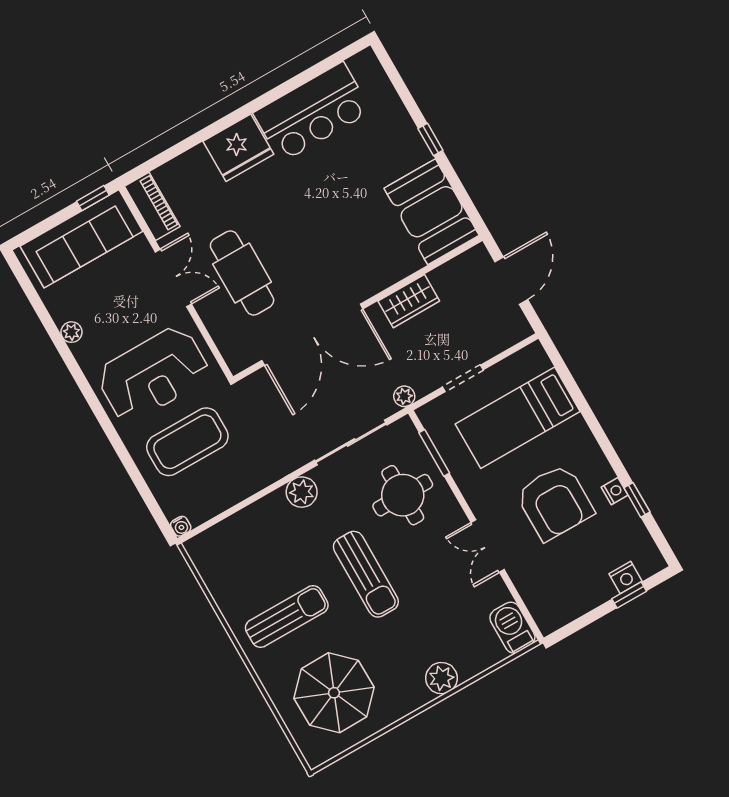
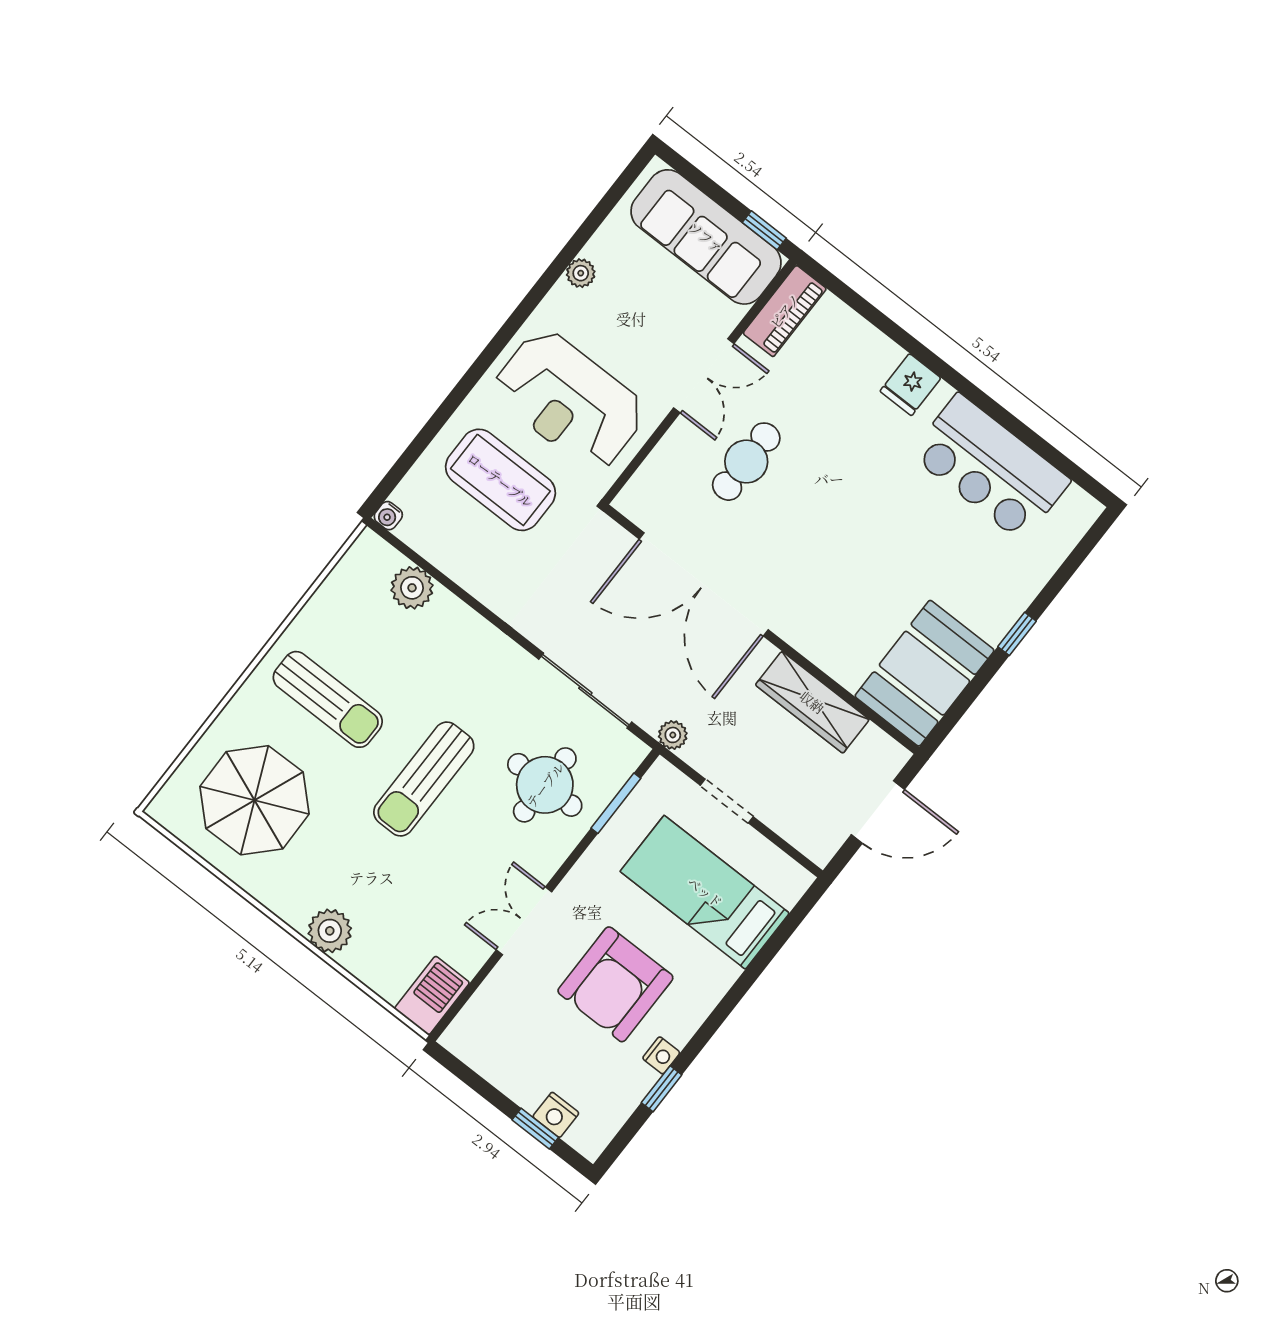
fridge: (238, 148) -> (910, 385), width x0.53, depth x0.75
cafe table: (242, 273) -> (746, 462), width x0.73, depth x0.74
wardrobe: (409, 301) -> (812, 702), width x1.50
plant: (302, 492) -> (412, 588), moved

